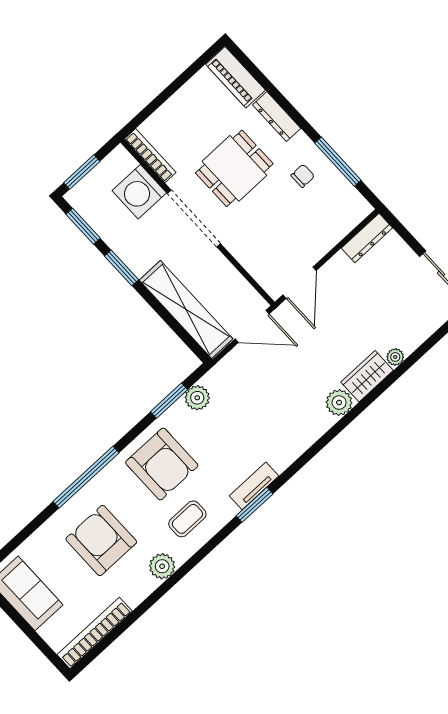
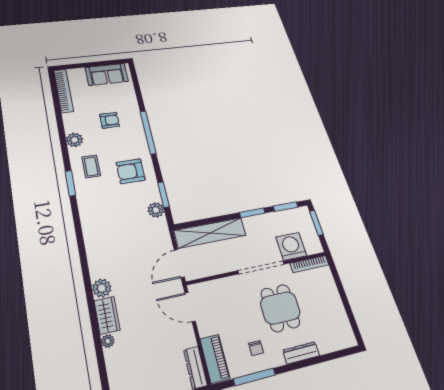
piano: (236, 77) -> (215, 359), moved, turned 90
armchair: (162, 464) -> (131, 171), width x0.73, depth x0.73
tv unit: (254, 486) -> (85, 211), removed
window: (255, 505) -> (70, 183), moved
armchair: (101, 541) -> (110, 120), width x0.53, depth x0.53

